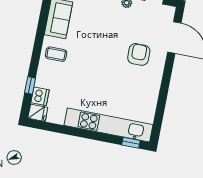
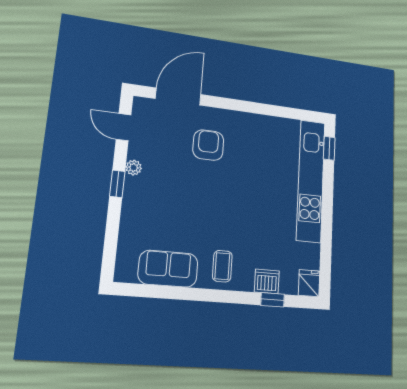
armchair: (139, 54) -> (208, 145), turned 90
dishwasher: (40, 96) -> (267, 281), moved

